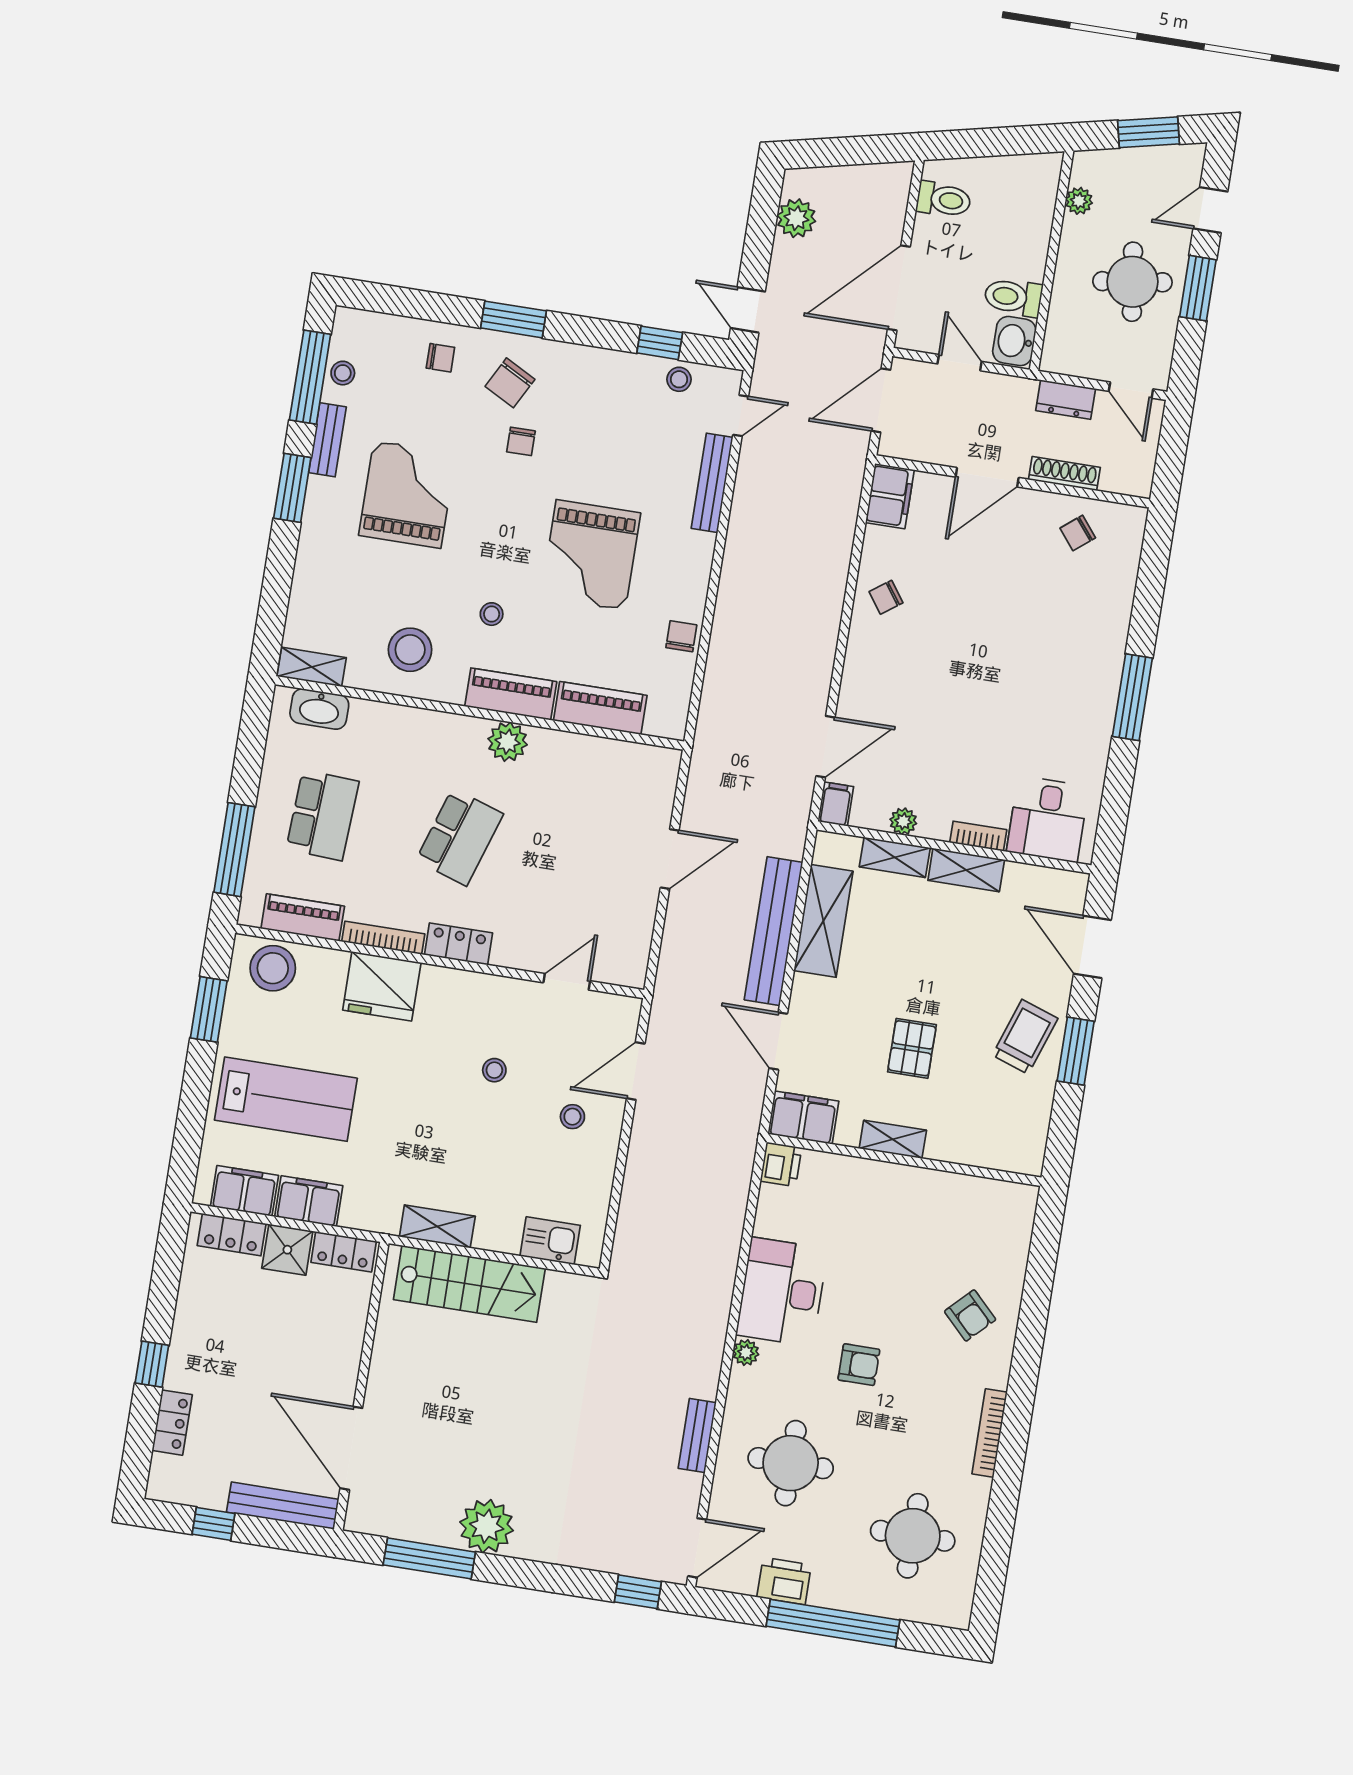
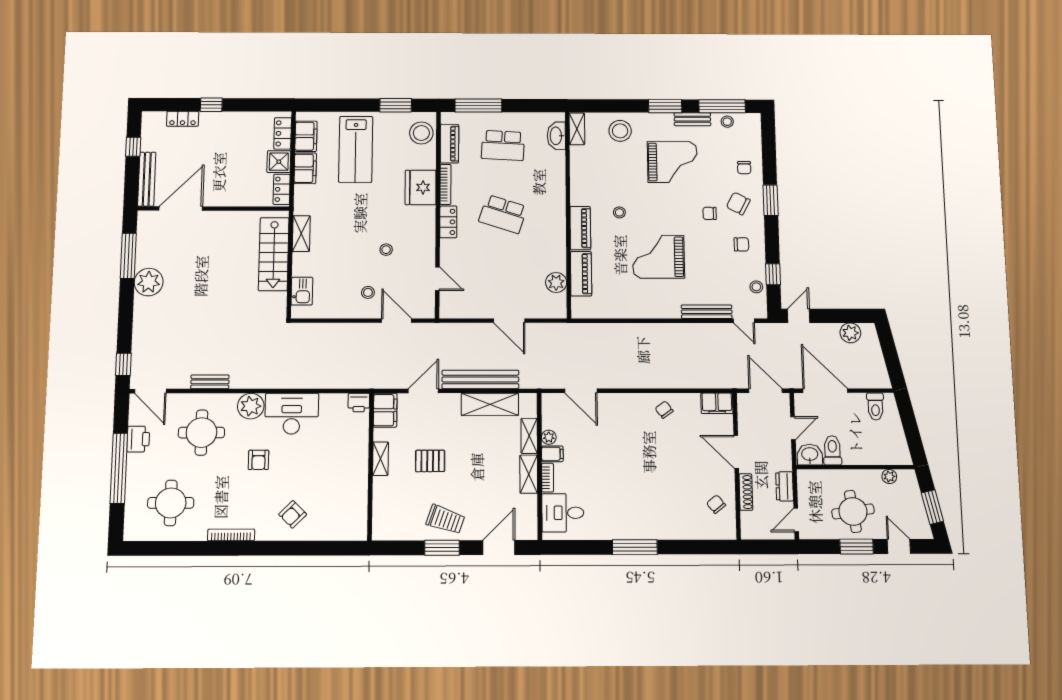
chair: (681, 636) -> (741, 244), moved
stool: (410, 650) -> (620, 131), moved
plant: (508, 742) -> (556, 282), moved
filing cabinet: (836, 804) -> (552, 454), moved
plant: (746, 1353) -> (251, 406), width x1.88, depth x1.88

